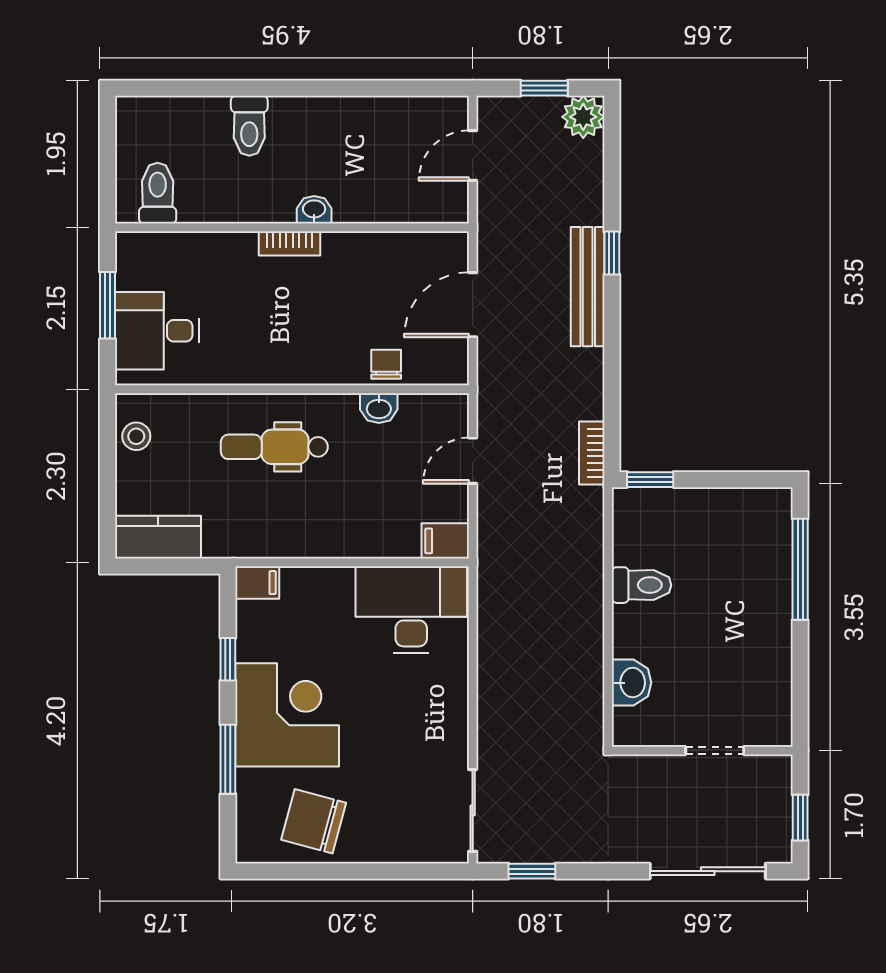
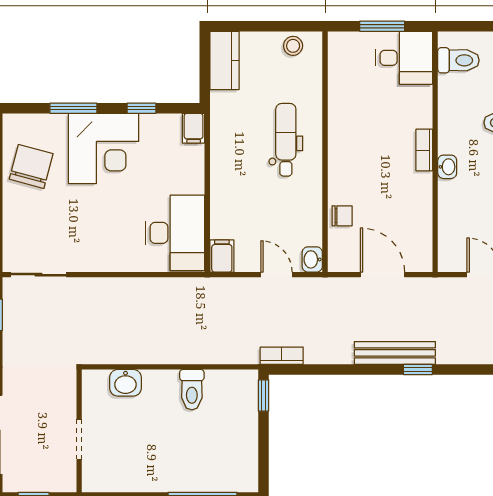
desk: (157, 331) -> (404, 58), moved, turned 90
washbasin: (379, 408) -> (312, 259), moved

